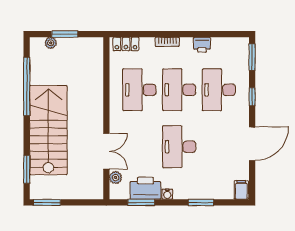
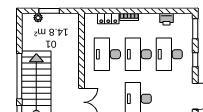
locker: (126, 44) -> (108, 19), moved
printer: (202, 45) -> (166, 19), moved
window: (27, 86) -> (19, 76), moved

